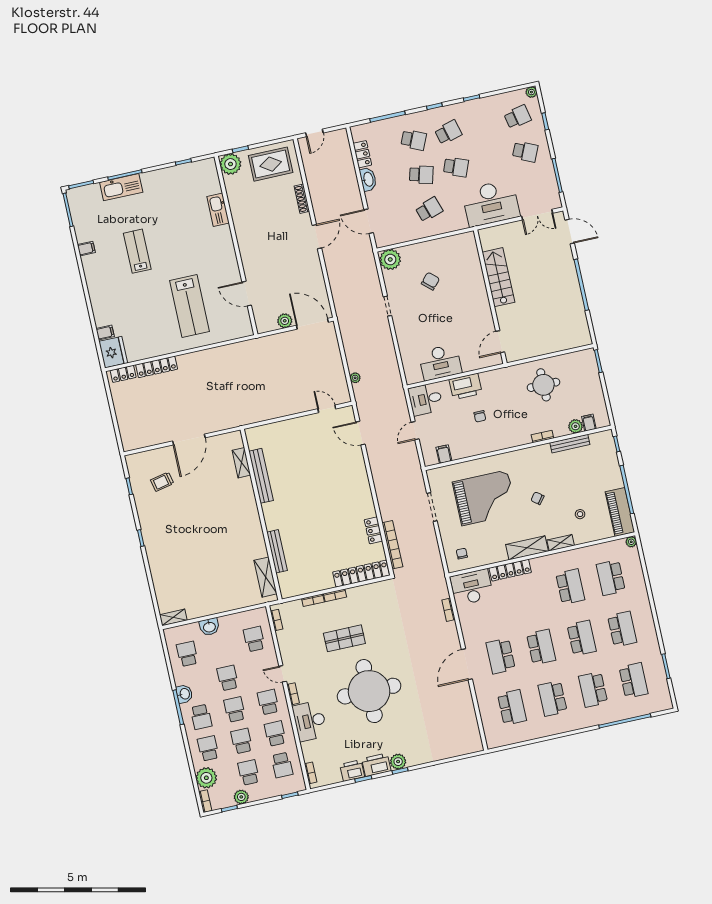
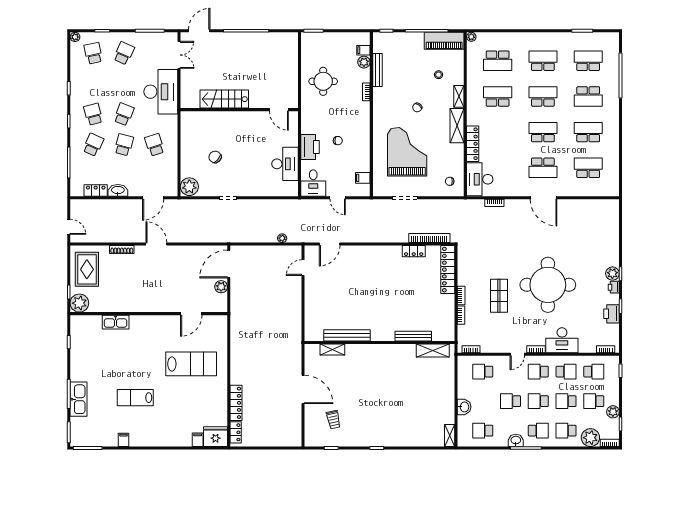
school desk: (553, 698) -> (588, 132), turned 180
school desk: (275, 734) -> (566, 372), turned 180
printer: (376, 765) -> (614, 287), width x0.53, depth x0.68

